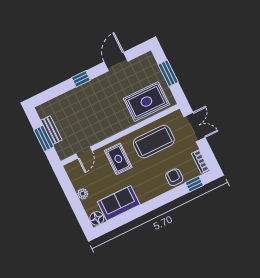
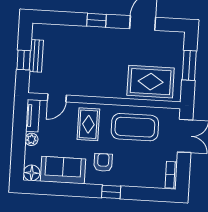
window: (44, 138) -> (24, 60), width x0.67
tv unit: (74, 176) -> (33, 116), added
armchair: (174, 177) -> (103, 162), moved
window: (194, 184) -> (111, 192), moved

